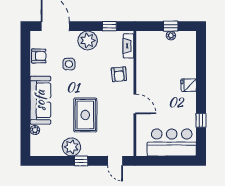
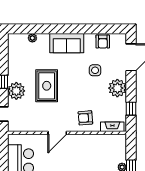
sofa: (40, 100) -> (67, 43), width x0.73
rug: (85, 115) -> (47, 86), turned 90
plant: (71, 147) -> (16, 91), moved

